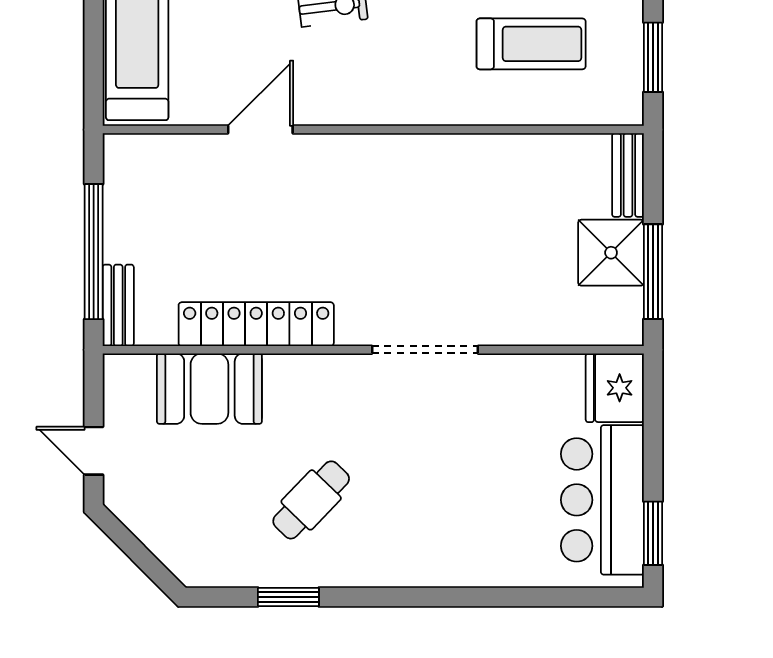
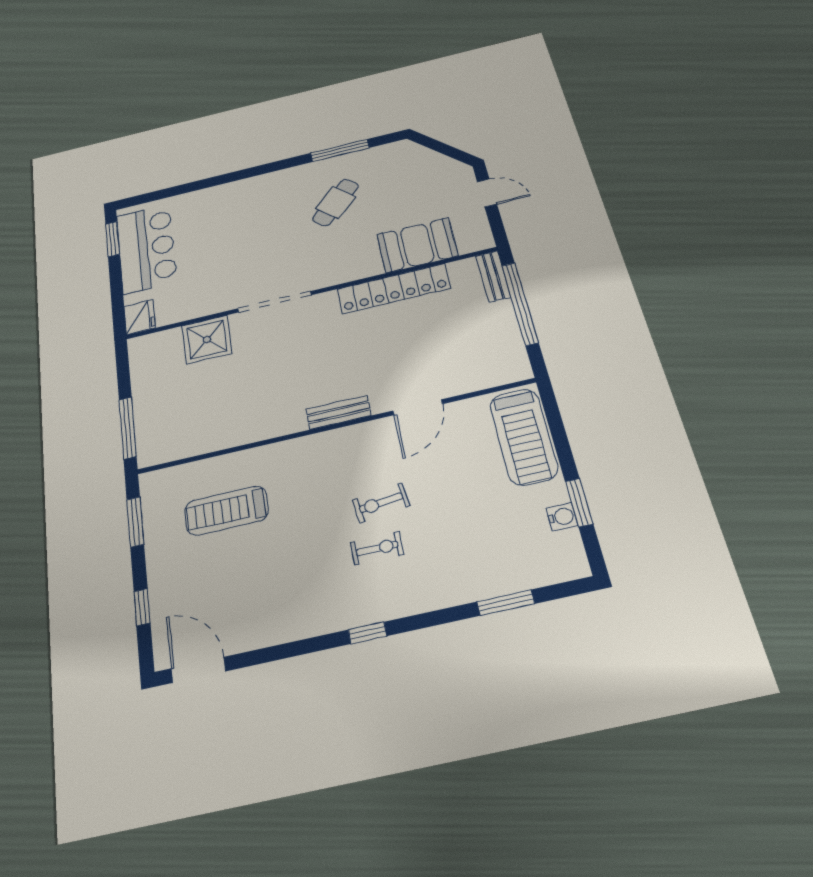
bench: (628, 175) -> (339, 412), moved, turned 90
shower: (611, 253) -> (207, 339), moved
window: (653, 272) -> (128, 428), moved
fridge: (615, 388) -> (140, 317), width x0.73, depth x0.75
window: (288, 597) -> (340, 150), width x1.44

